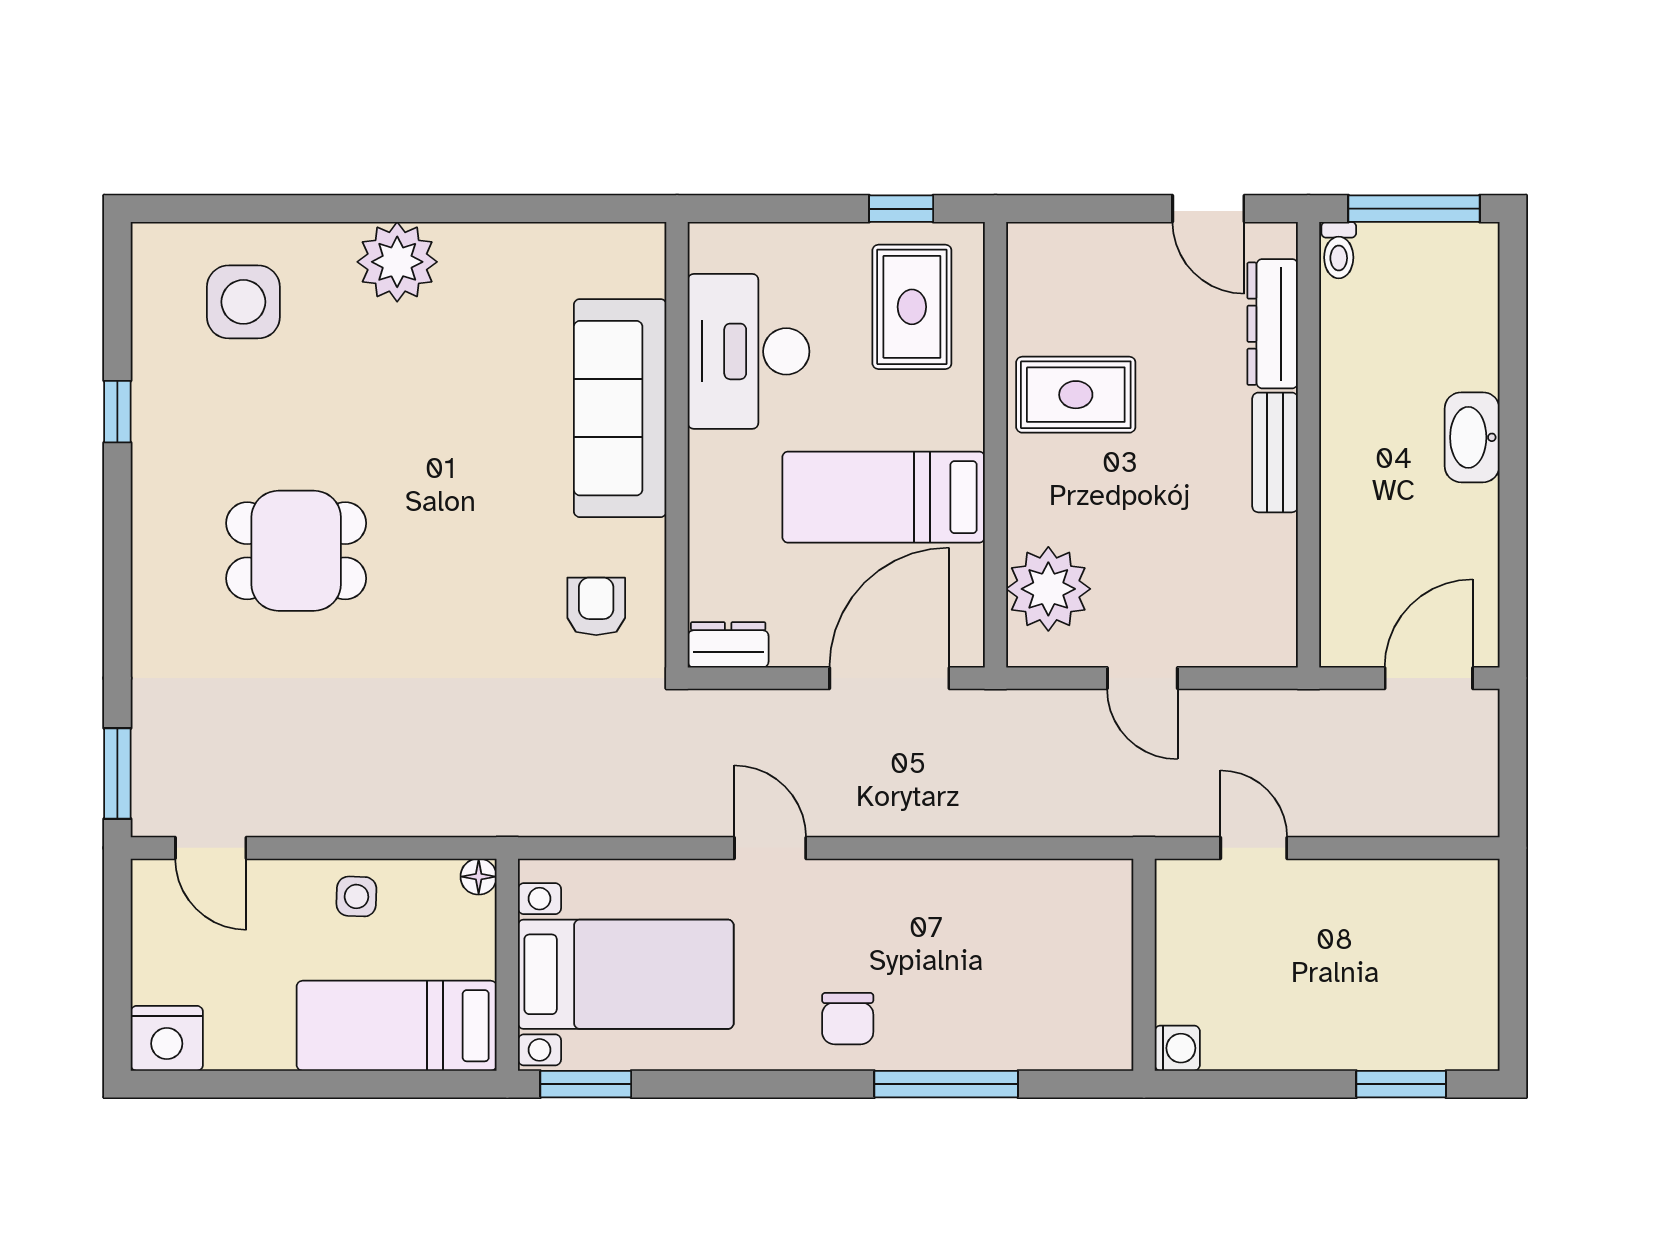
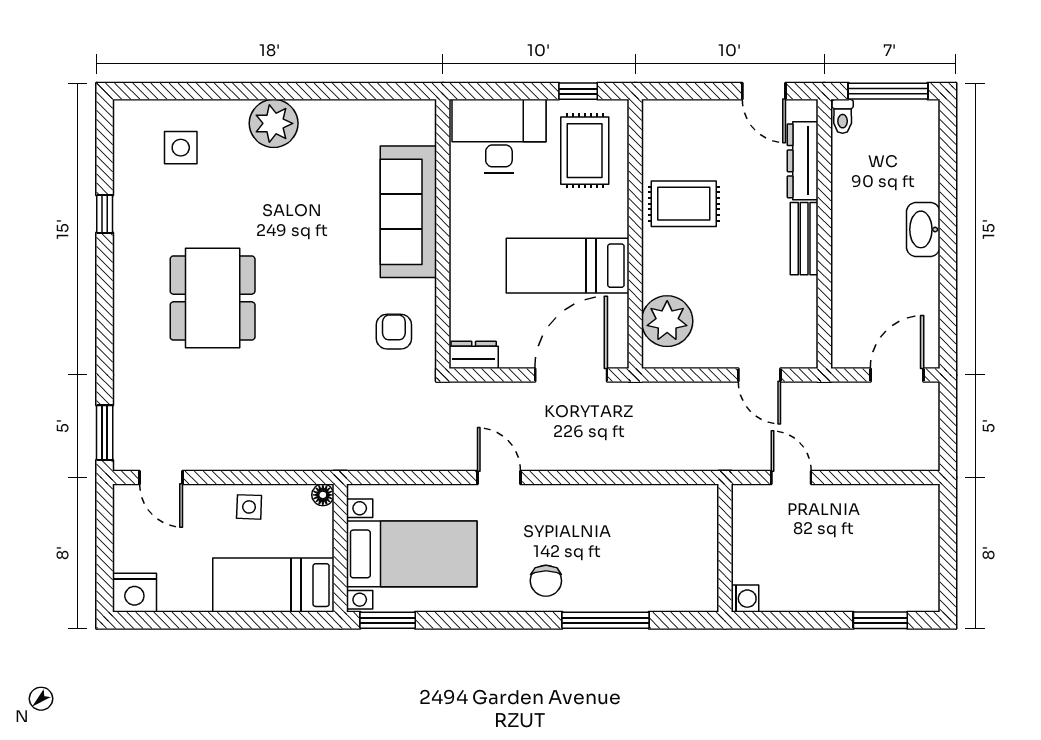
side table: (243, 302) -> (181, 148), width x0.73, depth x0.73
desk: (749, 351) -> (499, 136), moved, turned 90
dining table: (296, 551) -> (213, 298), width x1.38
door: (1142, 678) -> (759, 375), moved

